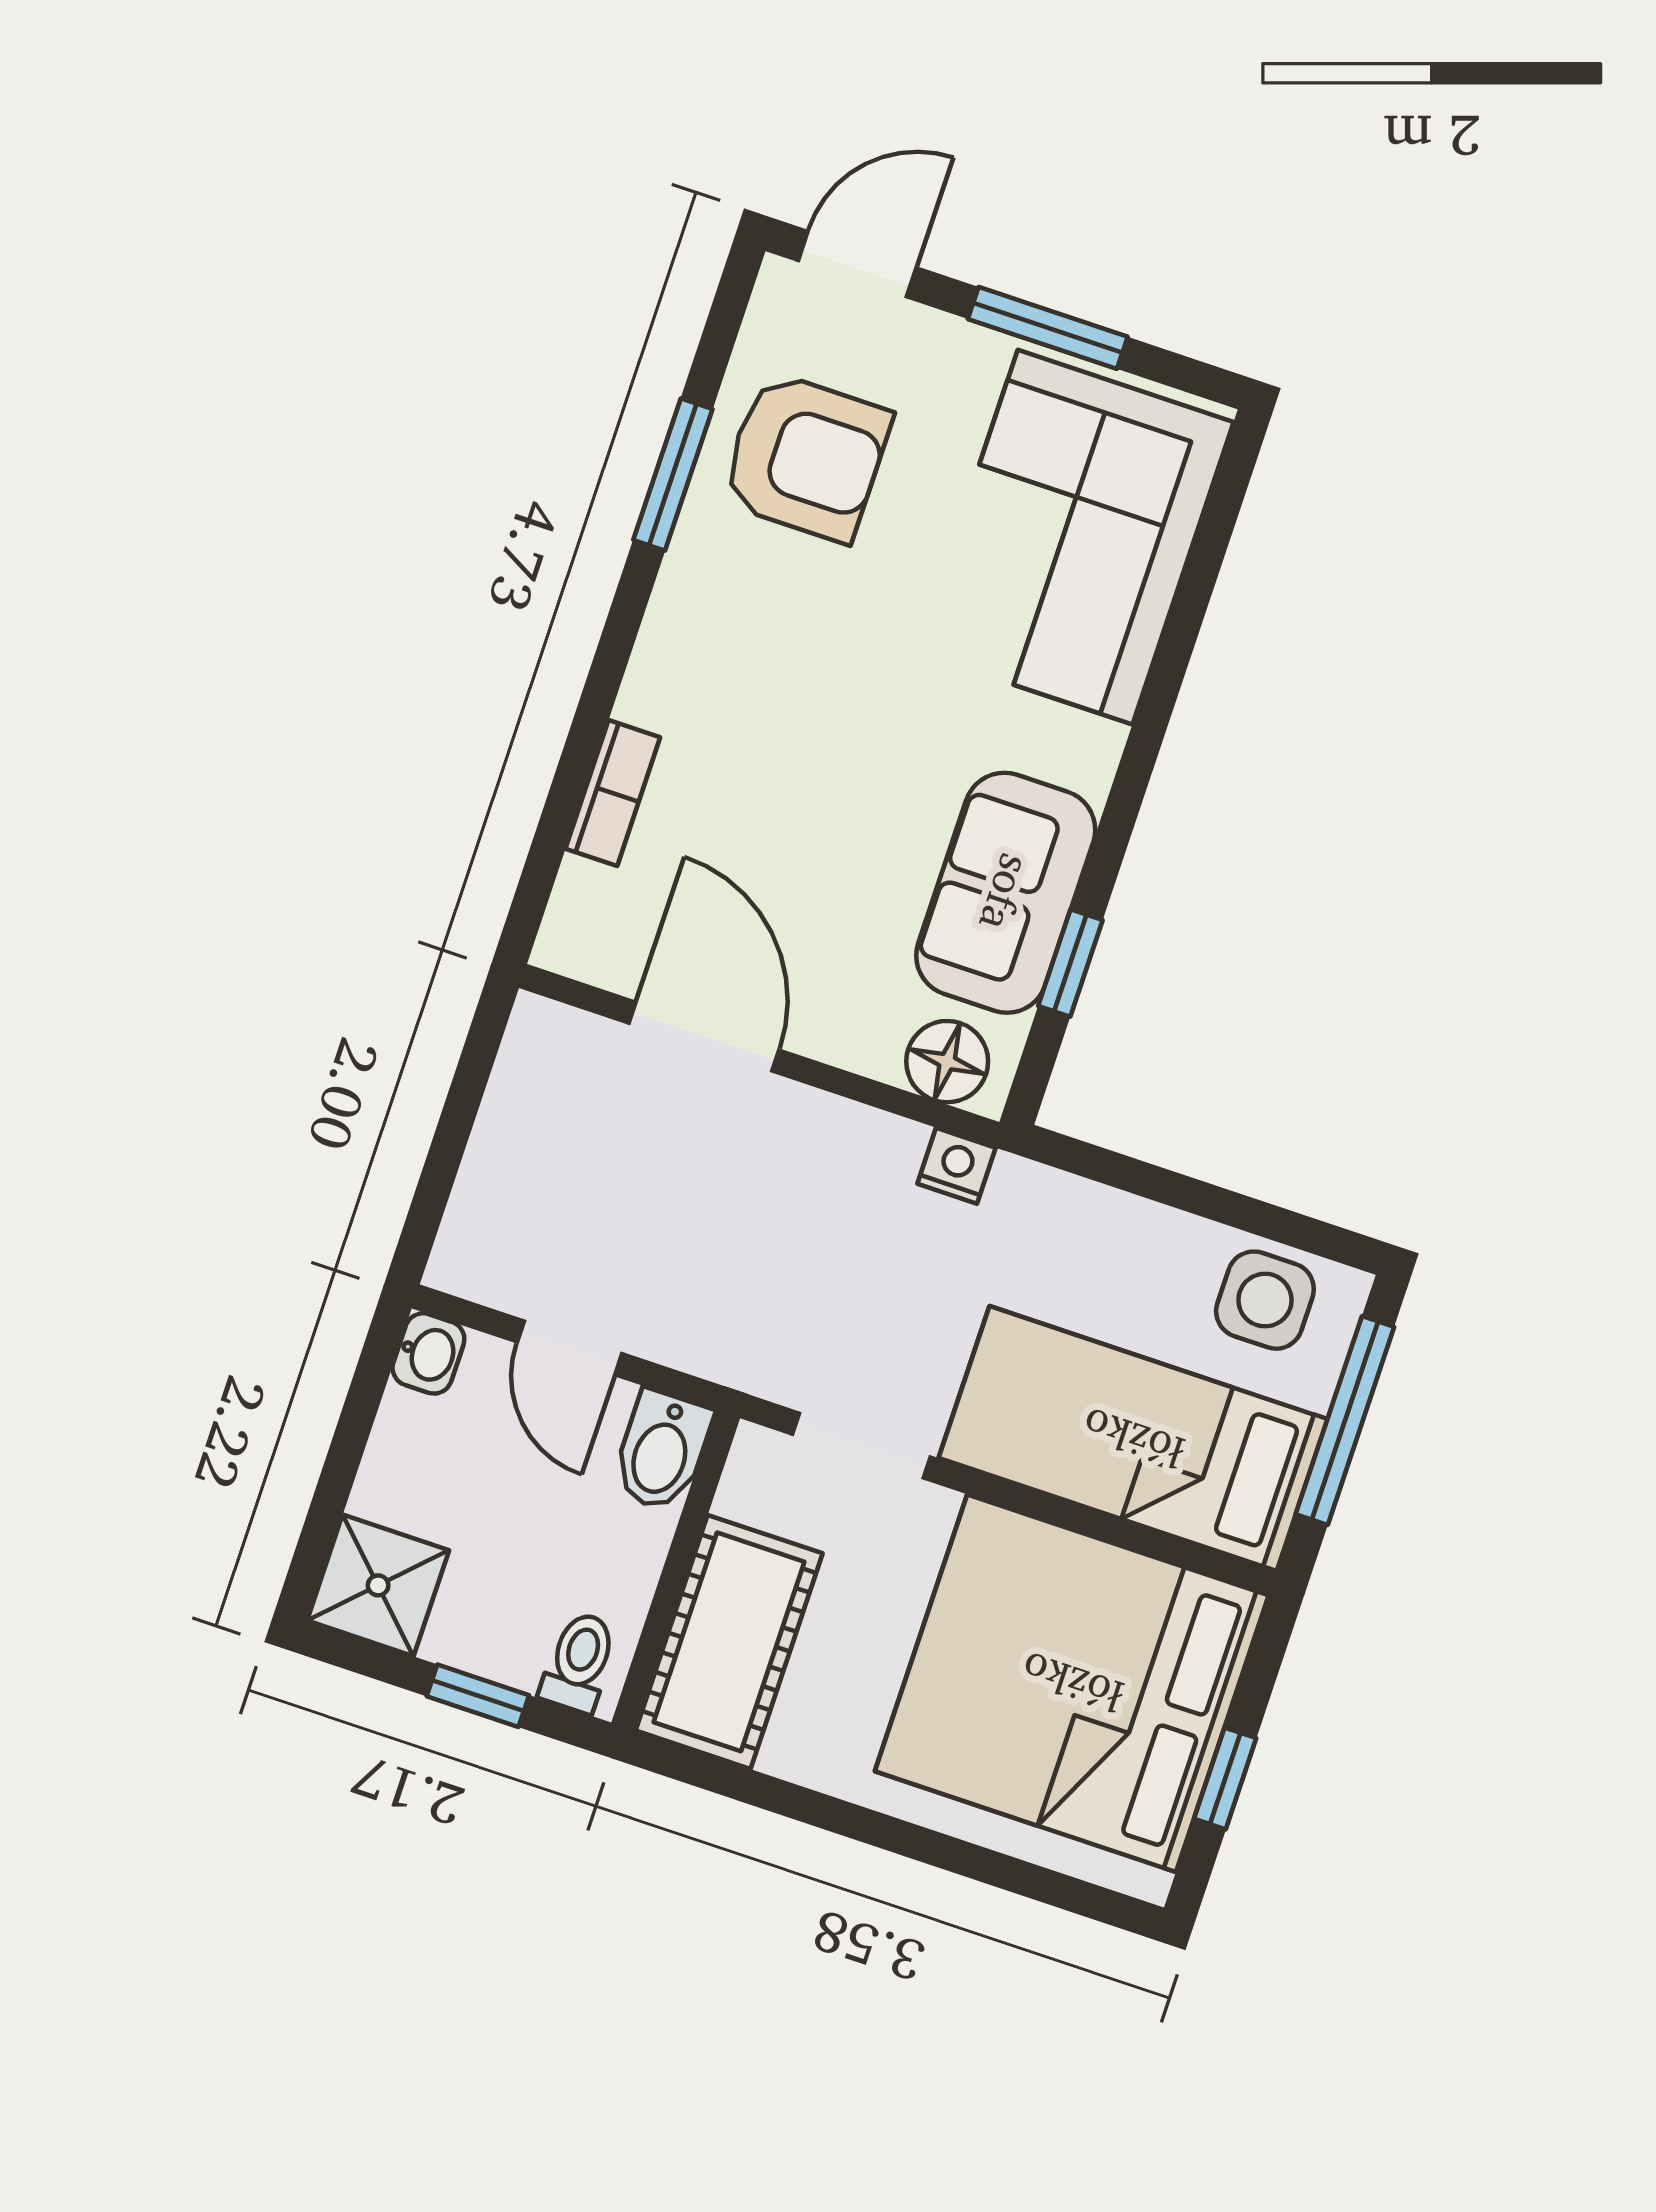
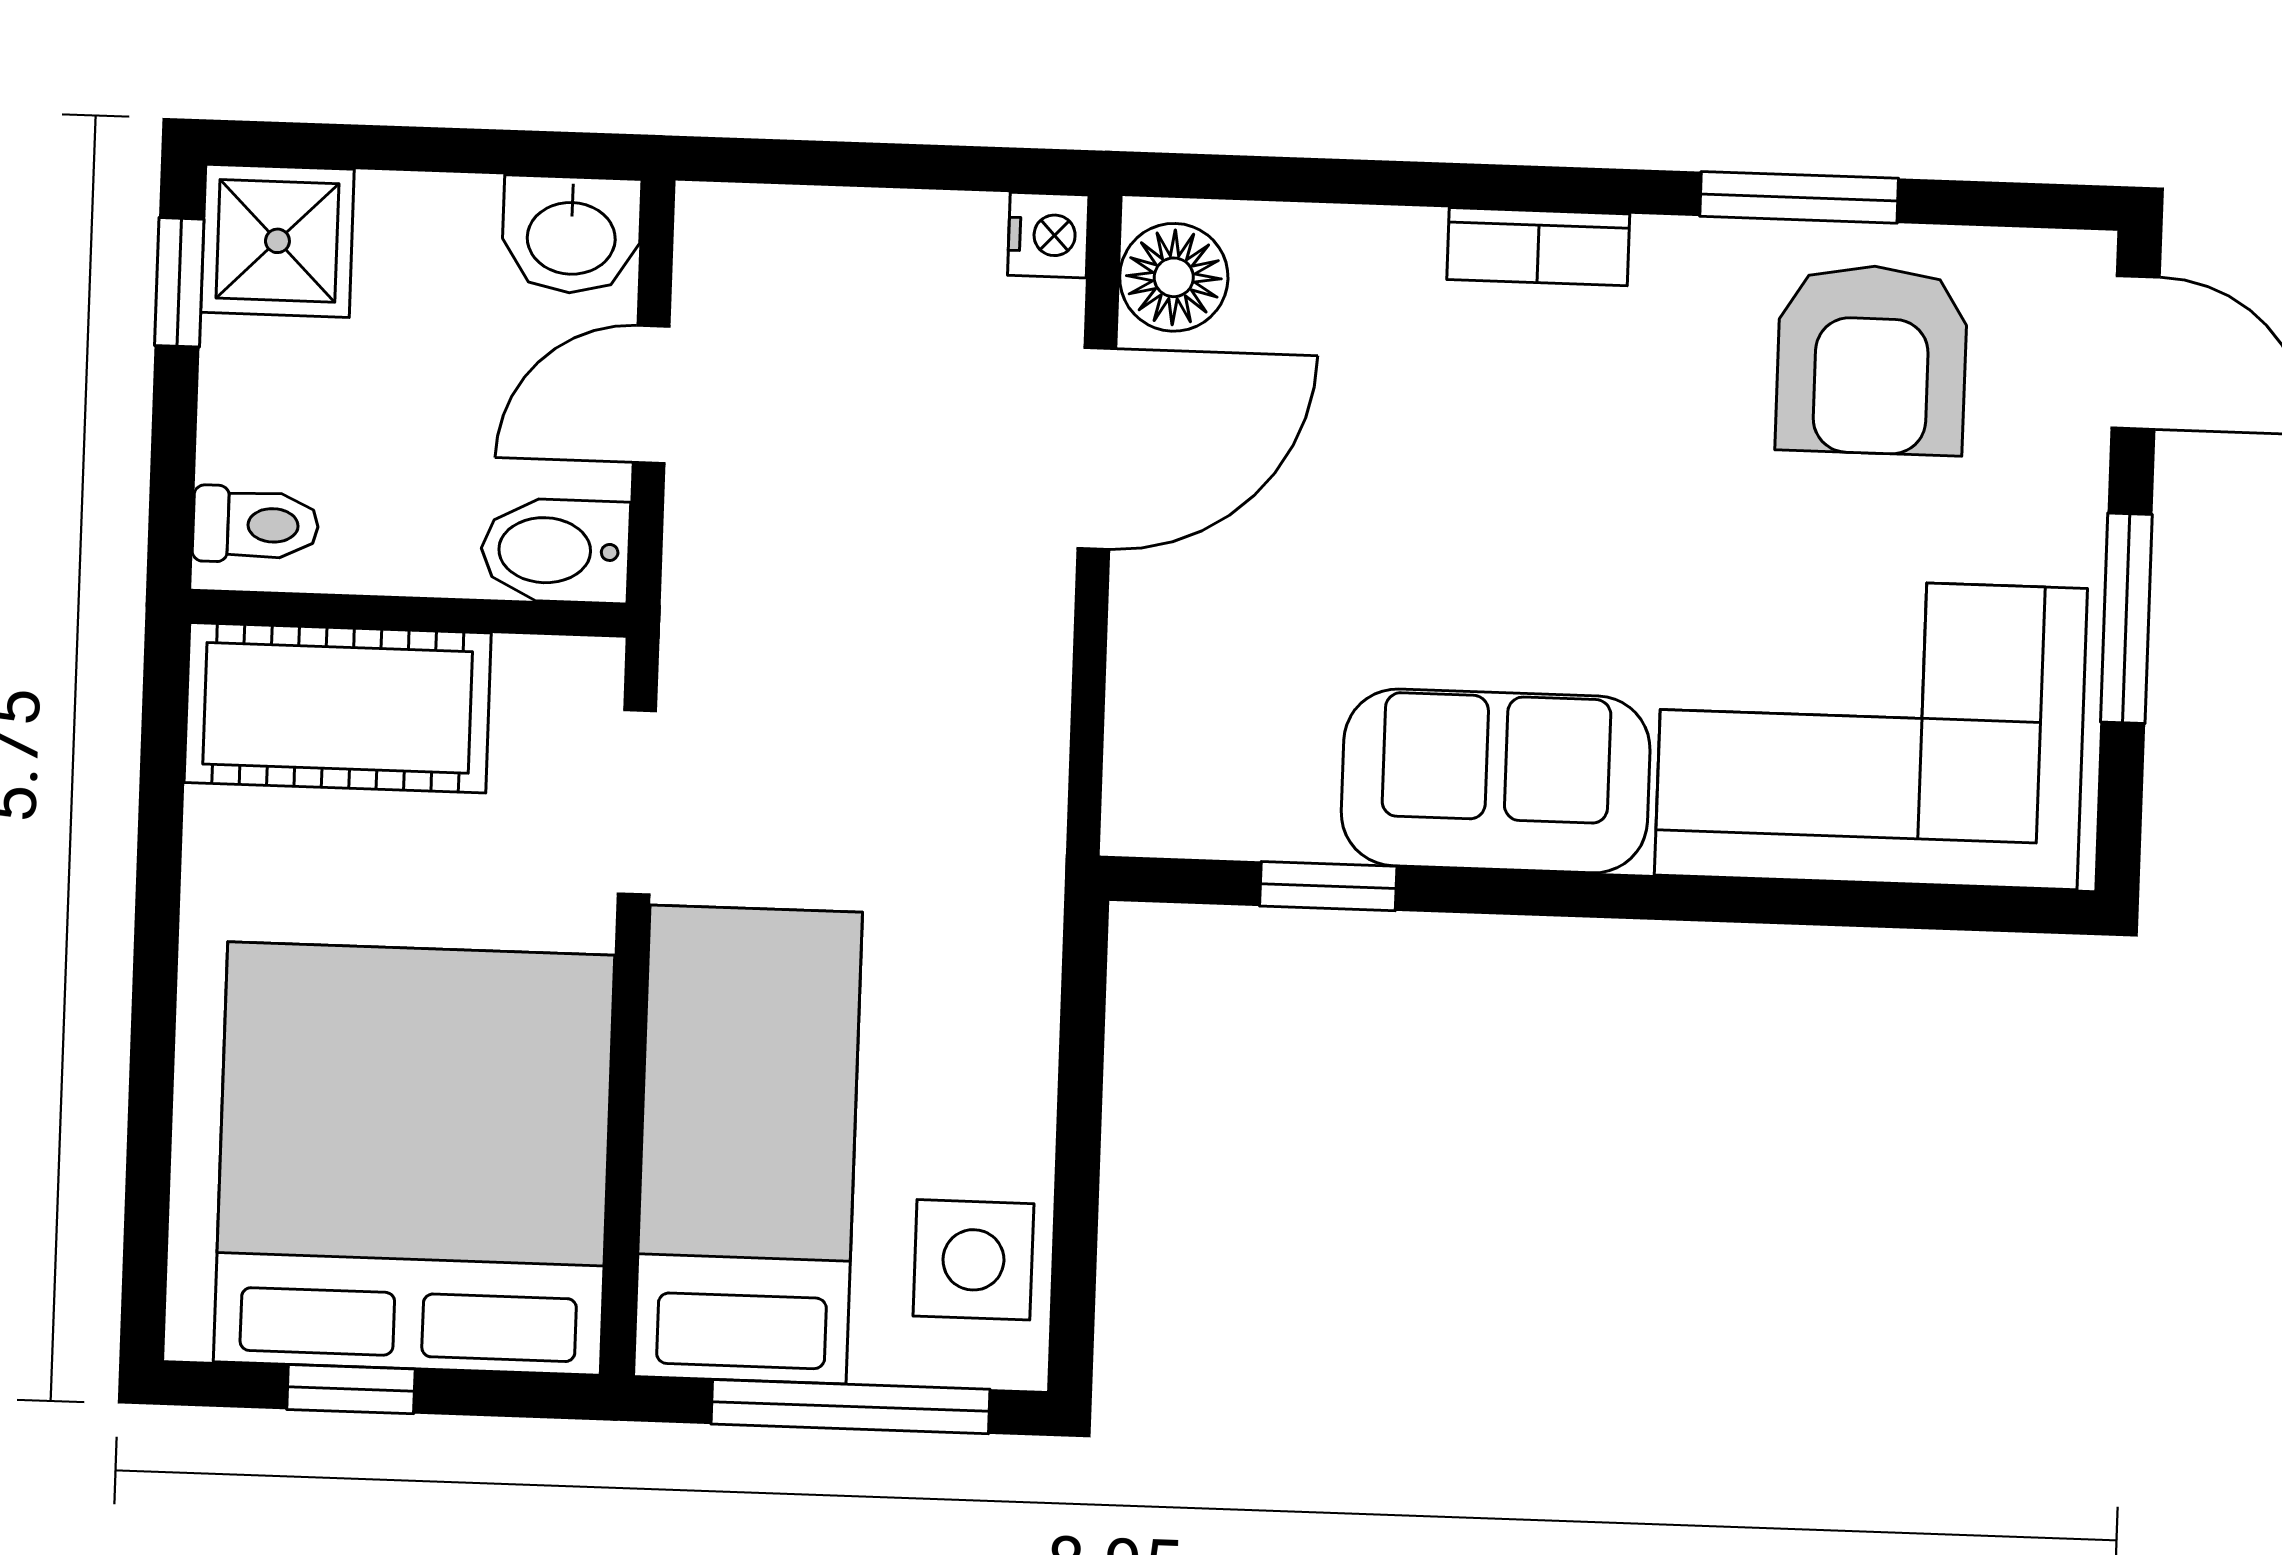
bookcase: (613, 793) -> (1538, 247), moved
sofa: (1006, 893) -> (1496, 781), moved
floor lamp: (947, 1062) -> (1174, 277), moved
nightstand: (956, 1166) -> (1048, 235), moved
washbasin: (428, 1353) -> (571, 235), width x1.38, depth x1.45
window: (478, 1696) -> (179, 282), moved

